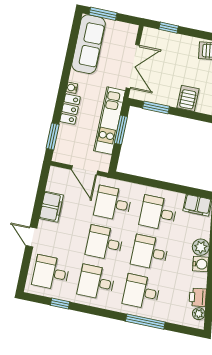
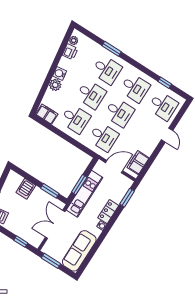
window: (103, 14) -> (51, 261), moved
door: (84, 170) -> (114, 167), hinge flipped
filing cabinet: (51, 207) -> (138, 163), moved
window: (145, 322) -> (112, 49), width x0.69

